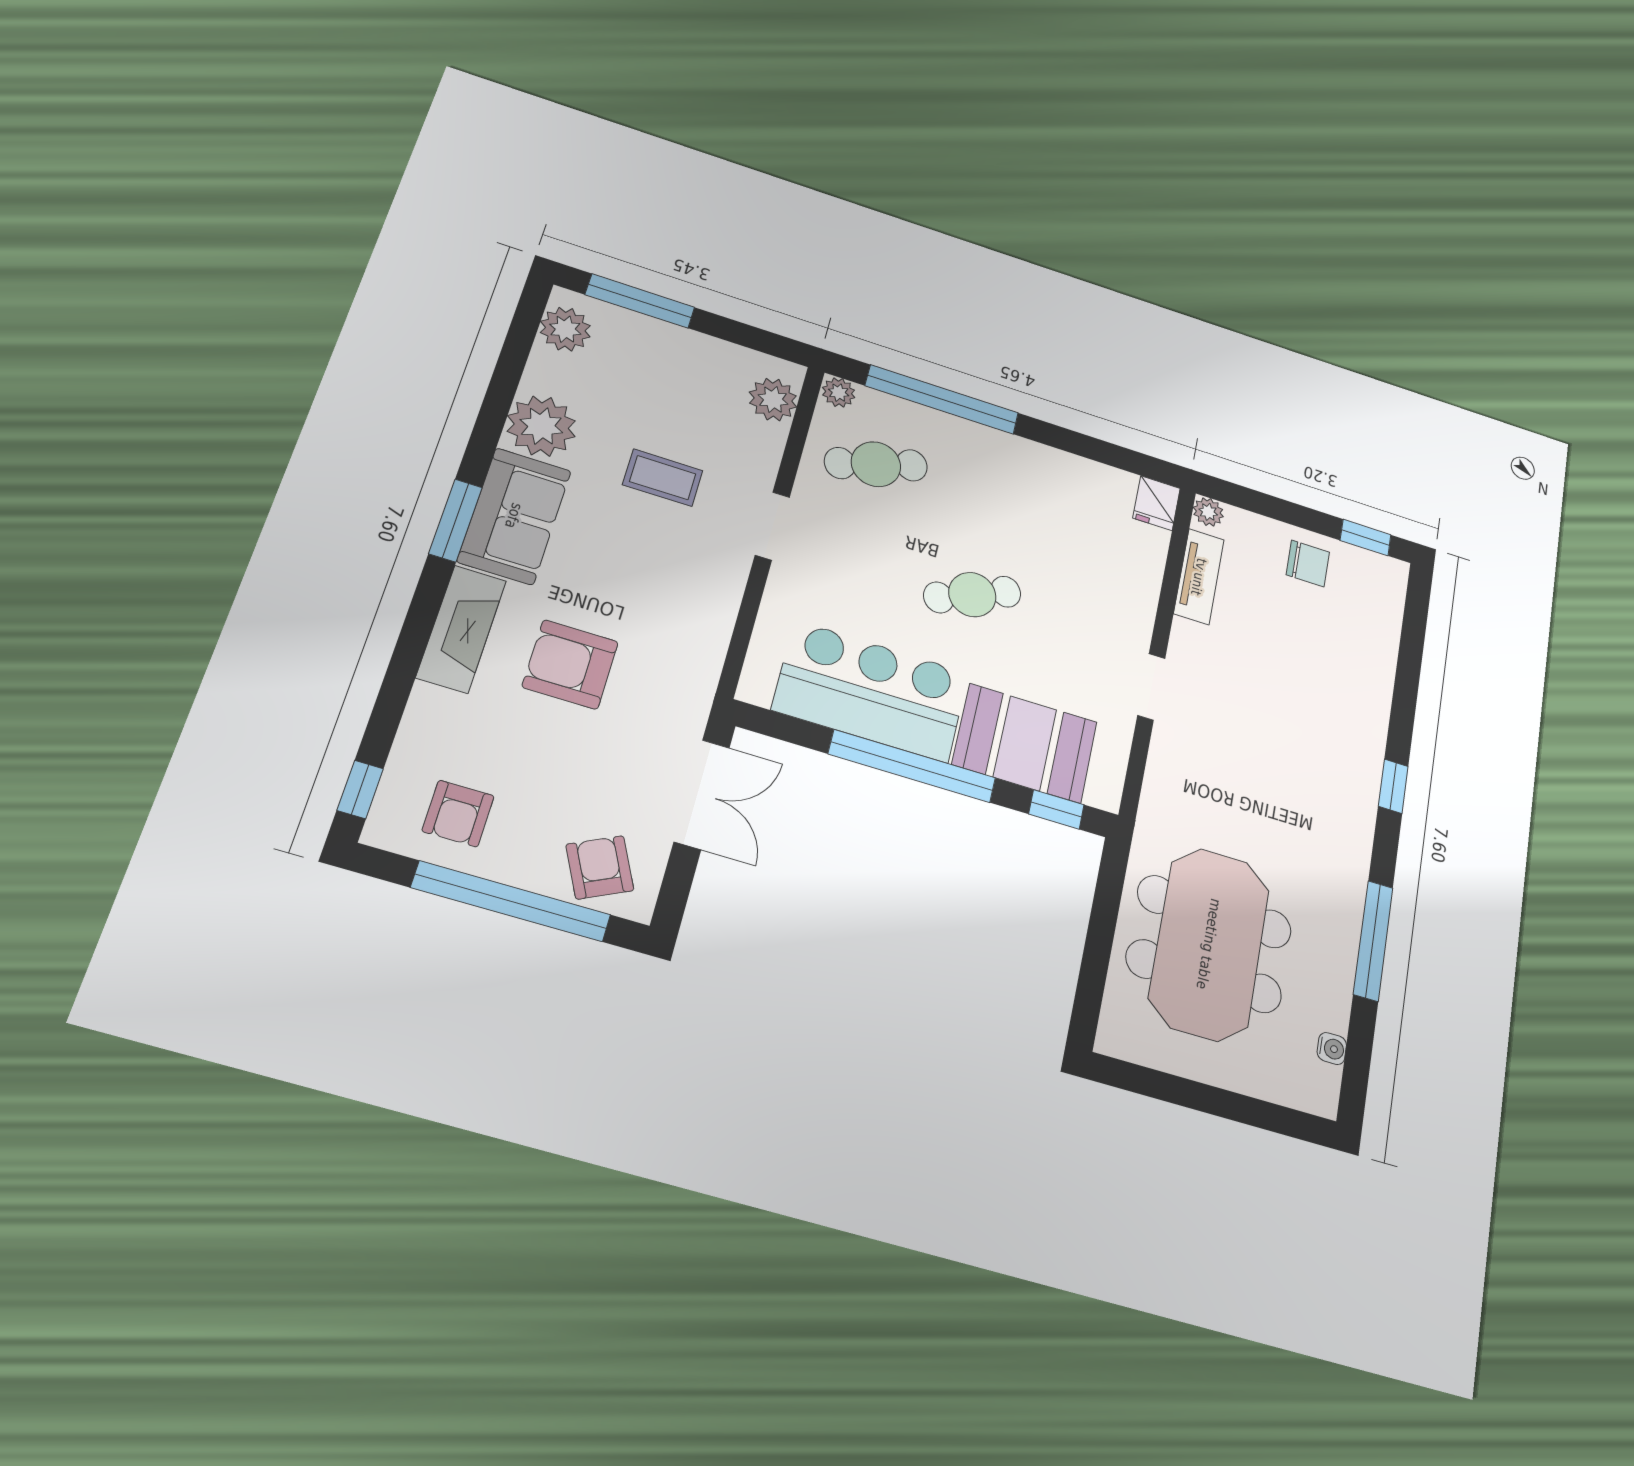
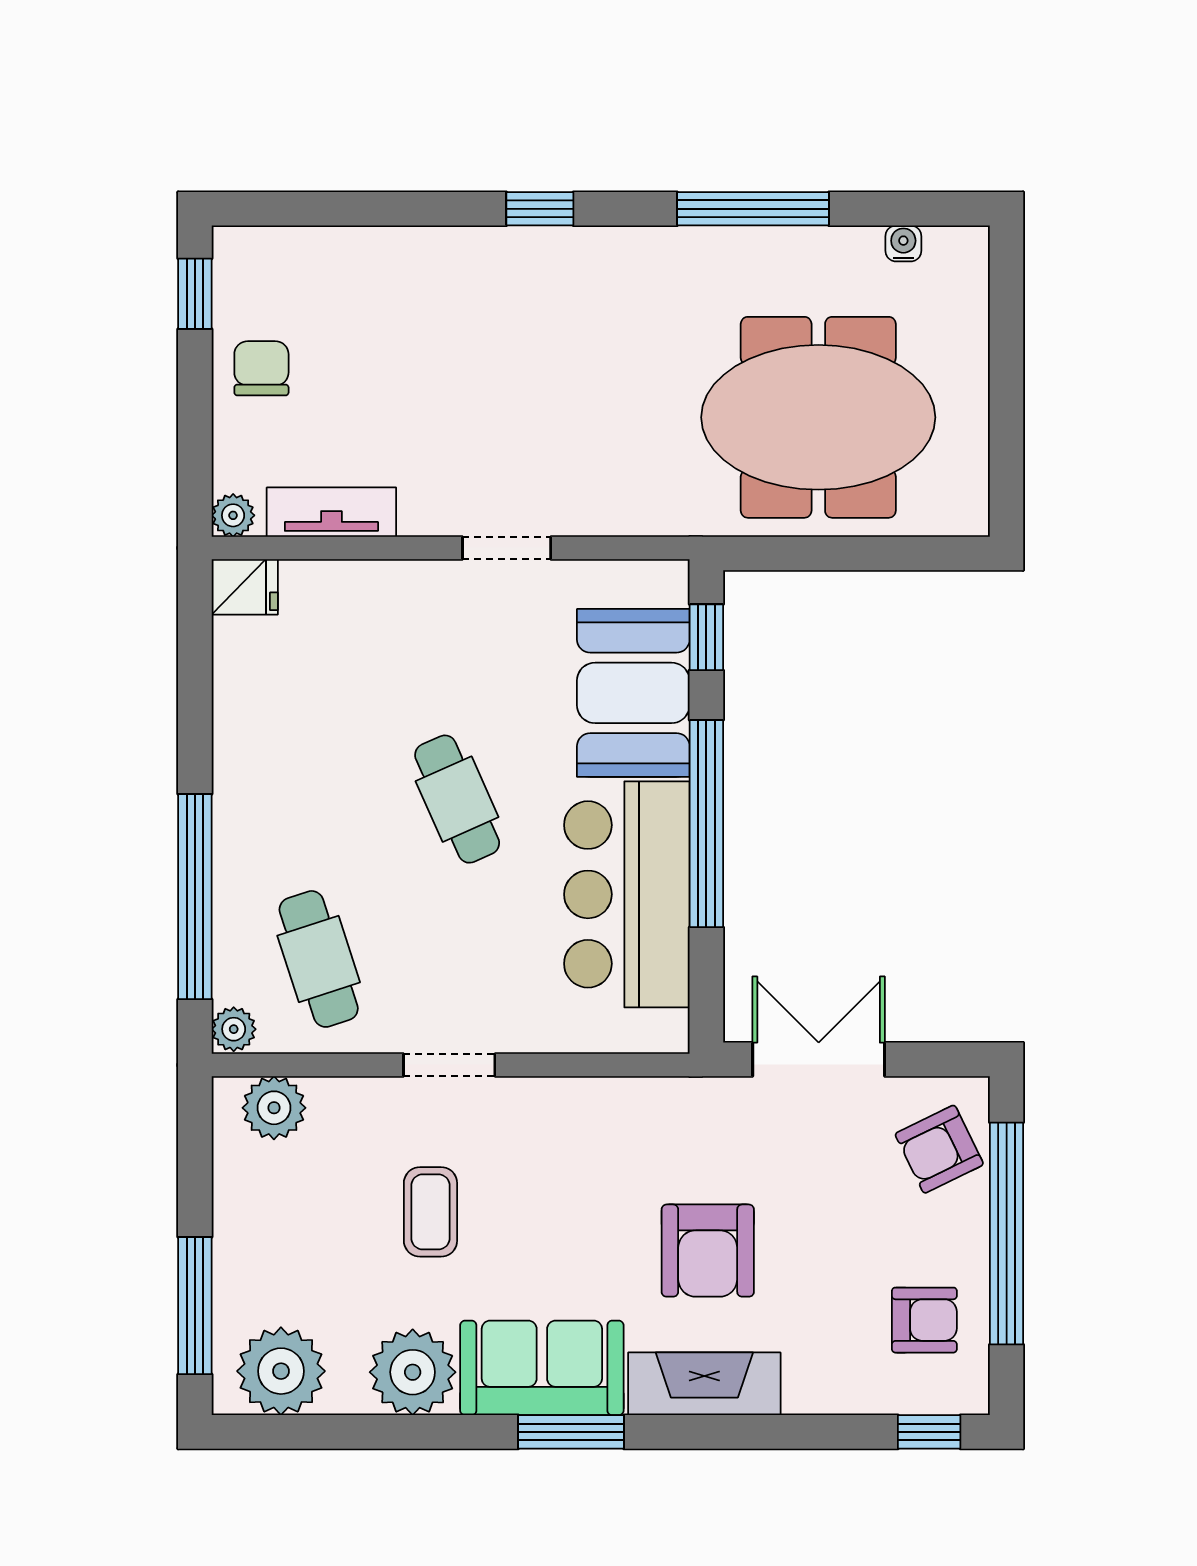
plant: (565, 329) -> (281, 1371), width x1.36, depth x1.36

